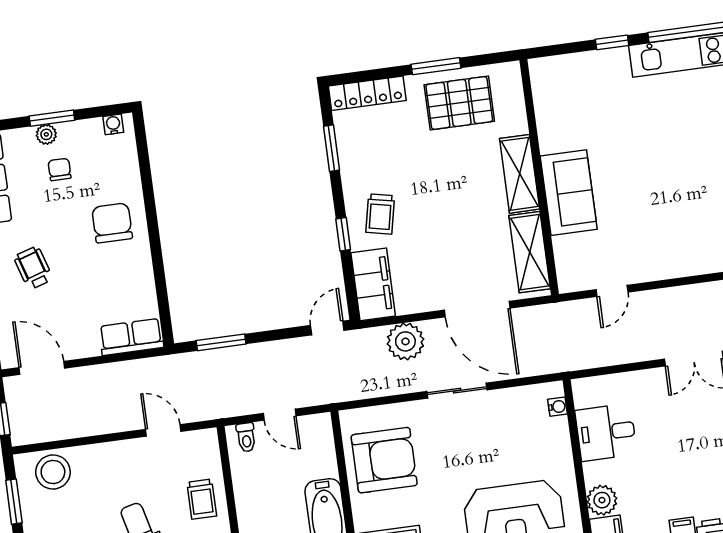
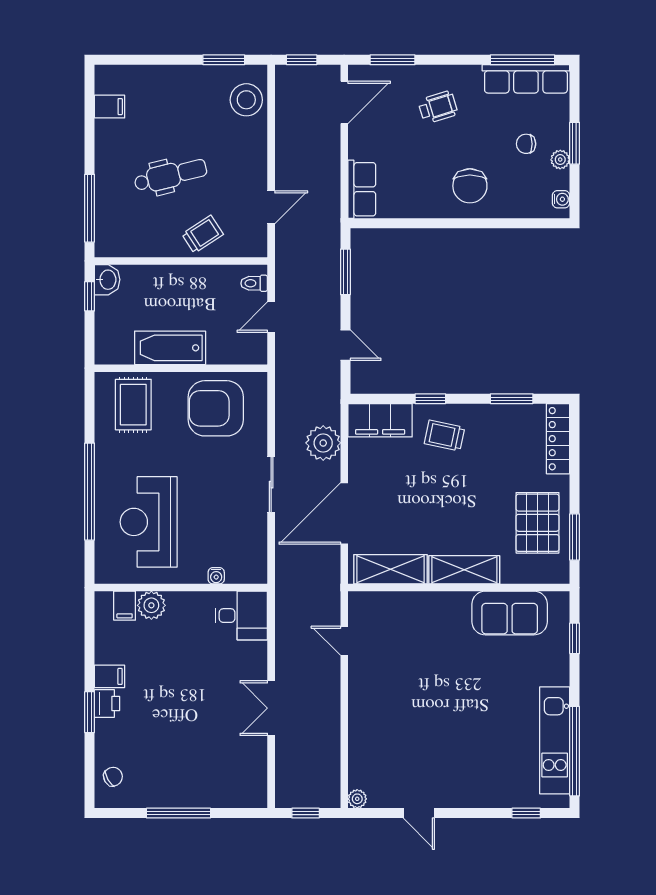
window: (612, 42) -> (575, 638), moved
window: (436, 66) -> (575, 537), moved
plant: (46, 134) -> (560, 160), moved
chair: (60, 169) -> (526, 144), turned 180
sofa: (569, 193) -> (510, 613), moved
chair: (112, 223) -> (470, 186), turned 90
door: (327, 328) -> (345, 345), moved
water cooler: (558, 407) -> (216, 576), moved
desk: (606, 432) -> (241, 616), moved, turned 90
armchair: (384, 460) -> (216, 408), turned 90
trolley: (202, 499) -> (203, 234), turned 147

